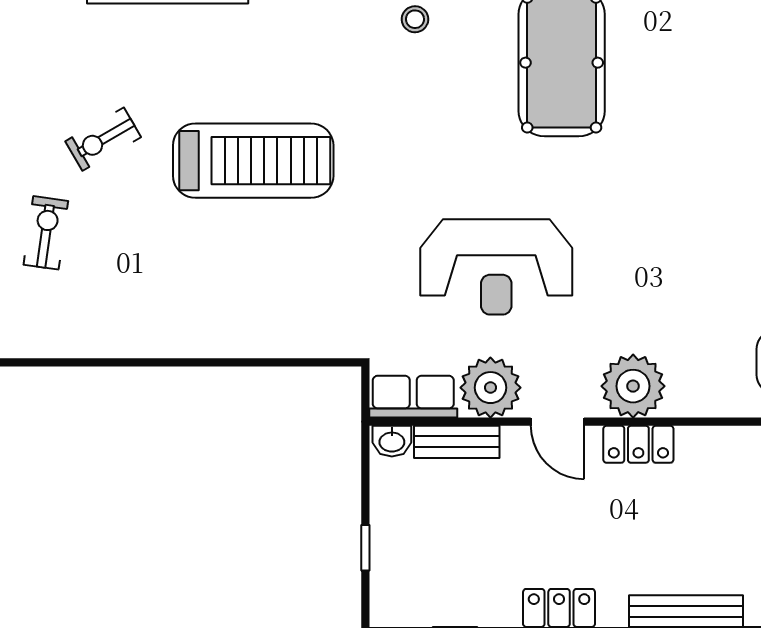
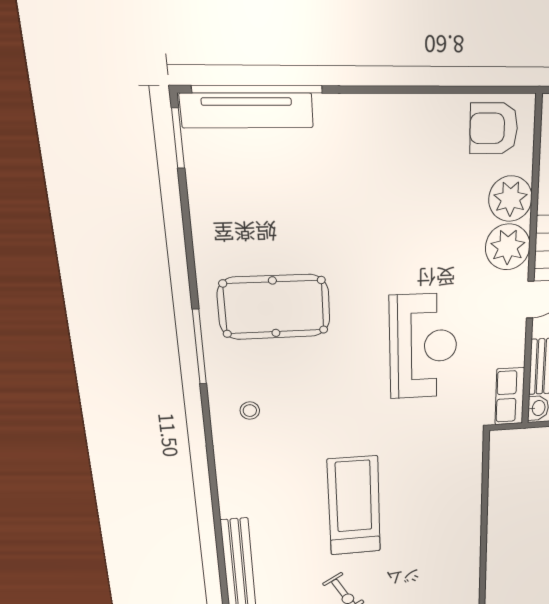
plant: (490, 388) -> (510, 199), moved

